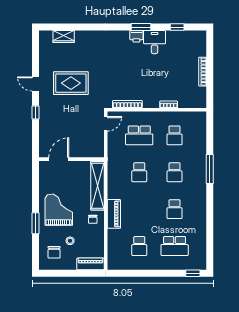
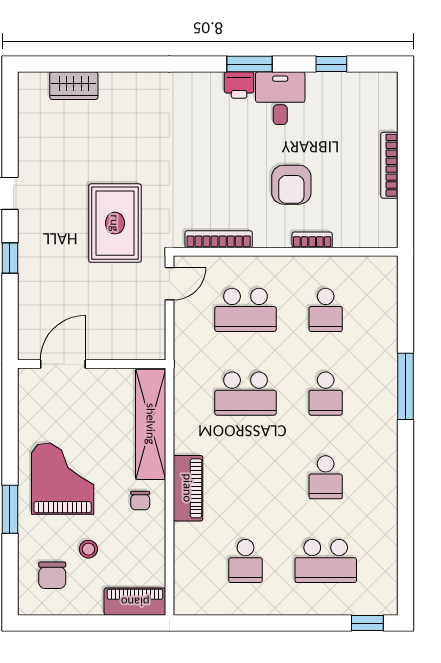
armchair: (159, 80) -> (291, 185), added
rug: (71, 83) -> (115, 223), moved, turned 90
school desk: (139, 172) -> (246, 394), width x1.85

